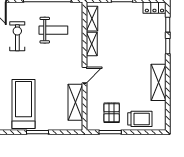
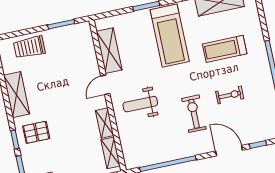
weight bench: (53, 30) -> (140, 104), moved
exercise bike: (17, 36) -> (194, 114), turned 180
pallet: (112, 113) -> (36, 132), moved, turned 90

